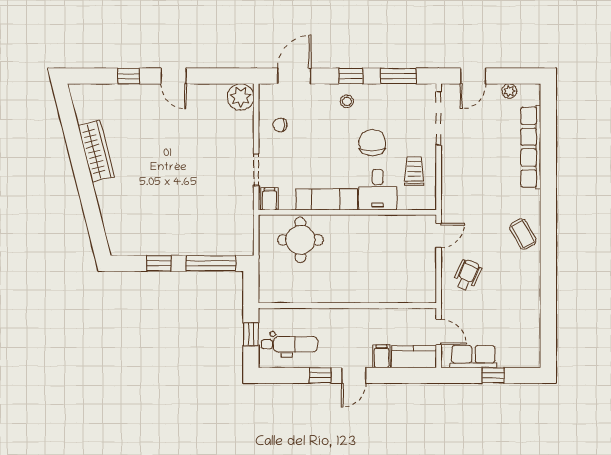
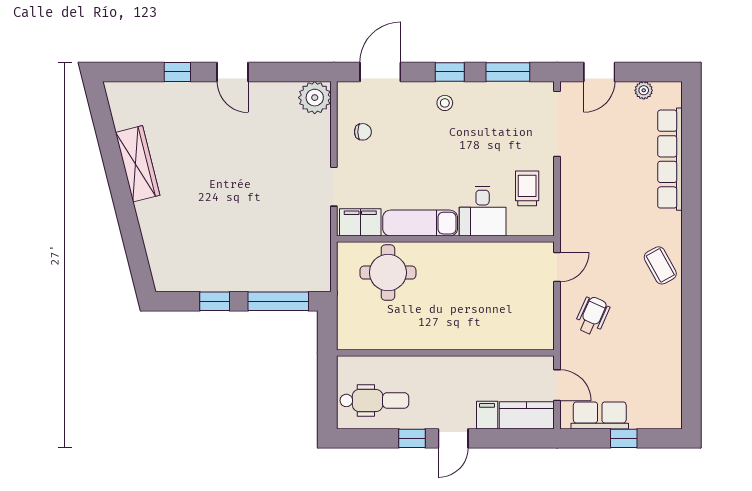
chair: (280, 125) -> (363, 132), turned 180
chair: (372, 143) -> (476, 153), removed
filing cabinet: (269, 199) -> (360, 222), width x2.00
window: (251, 334) -> (327, 388), removed

